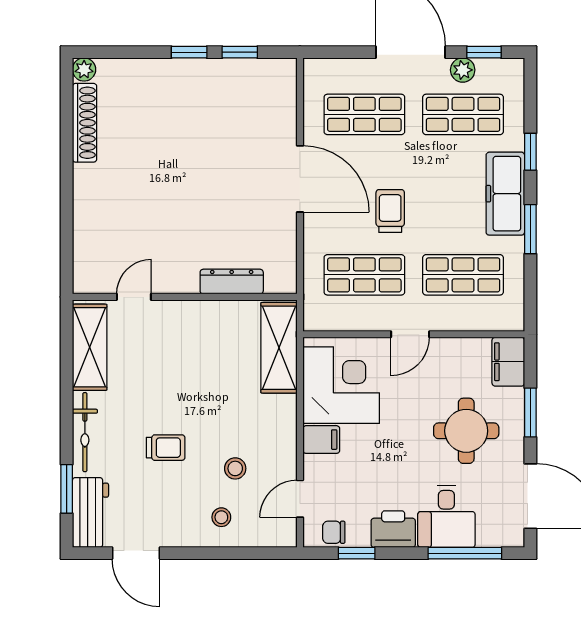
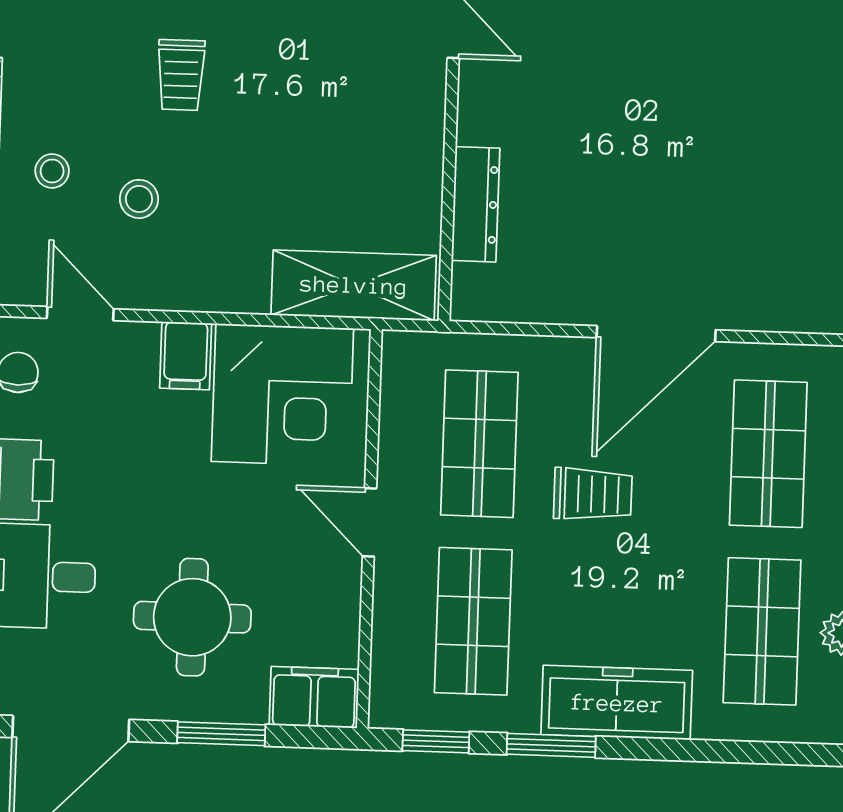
window: (530, 152) -> (436, 741), moved

